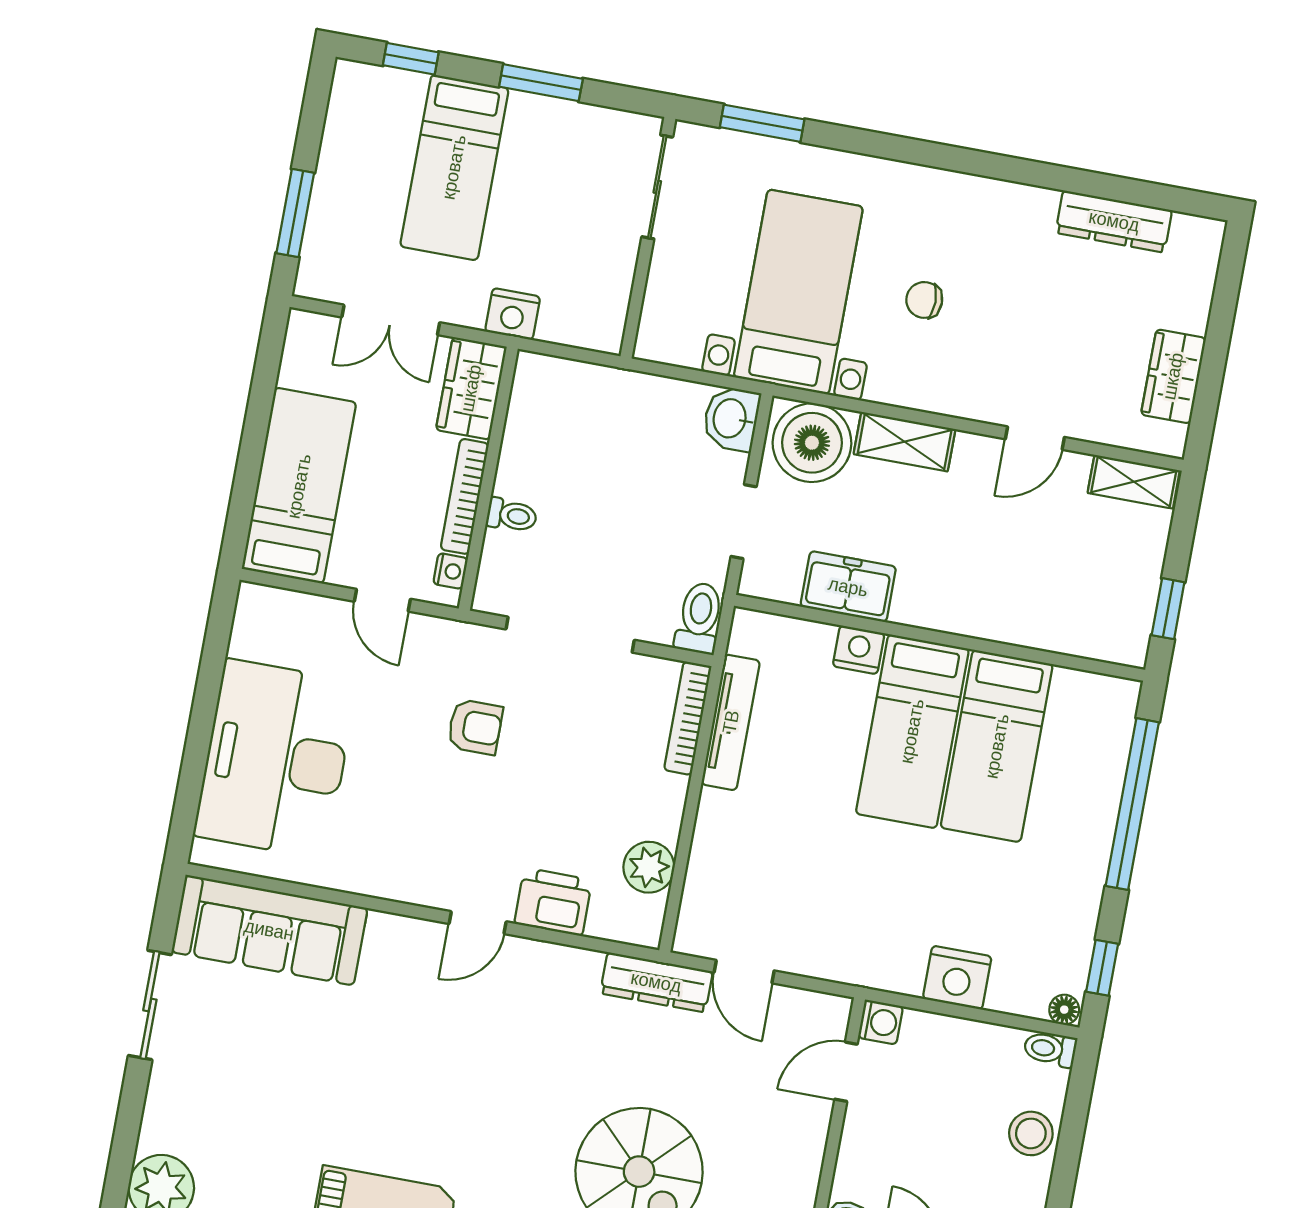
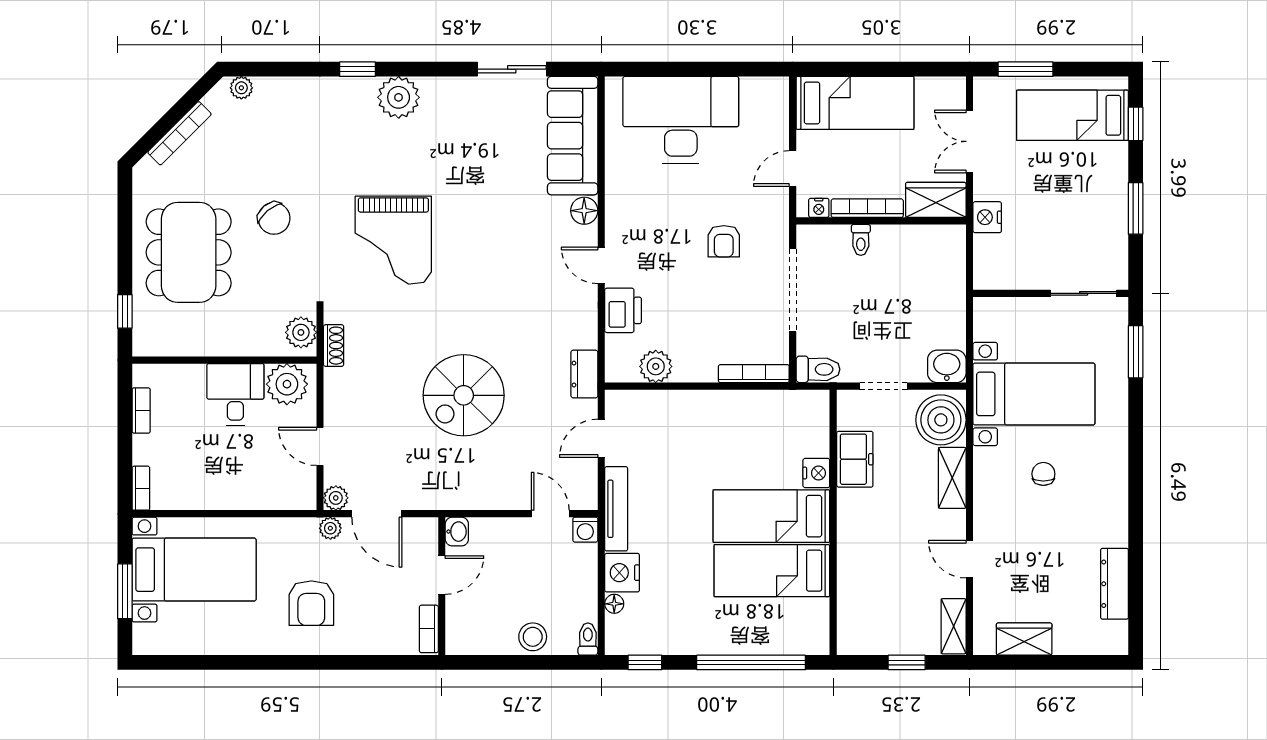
bed: (454, 167) -> (1072, 115), moved
window: (1168, 609) -> (907, 662), moved
tv unit: (731, 722) -> (616, 509), moved, turned -90
floor lamp: (388, 933) -> (584, 211), added
dresser: (656, 982) -> (584, 374), width x0.70
floor lamp: (1064, 1010) -> (614, 604), moved

